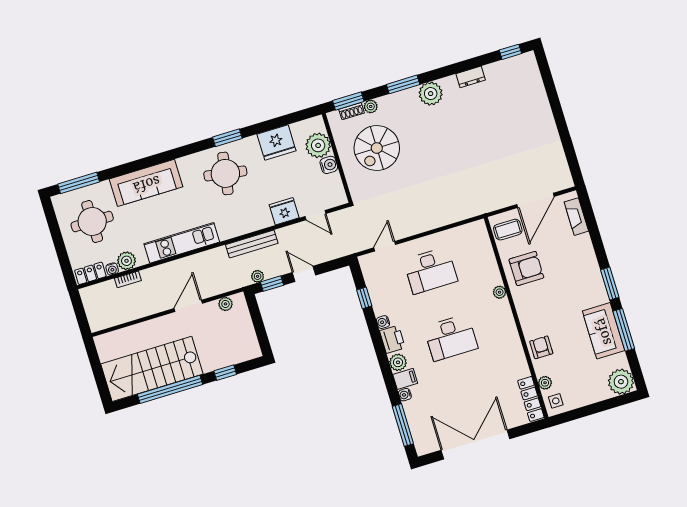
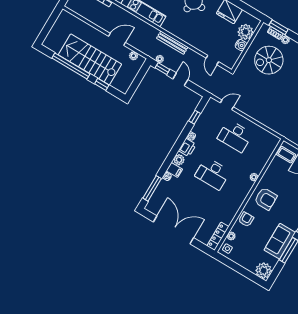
fridge: (284, 211) -> (201, 44), removed
armchair: (526, 268) -> (266, 199), moved
stairs: (152, 369) -> (90, 59), moved

